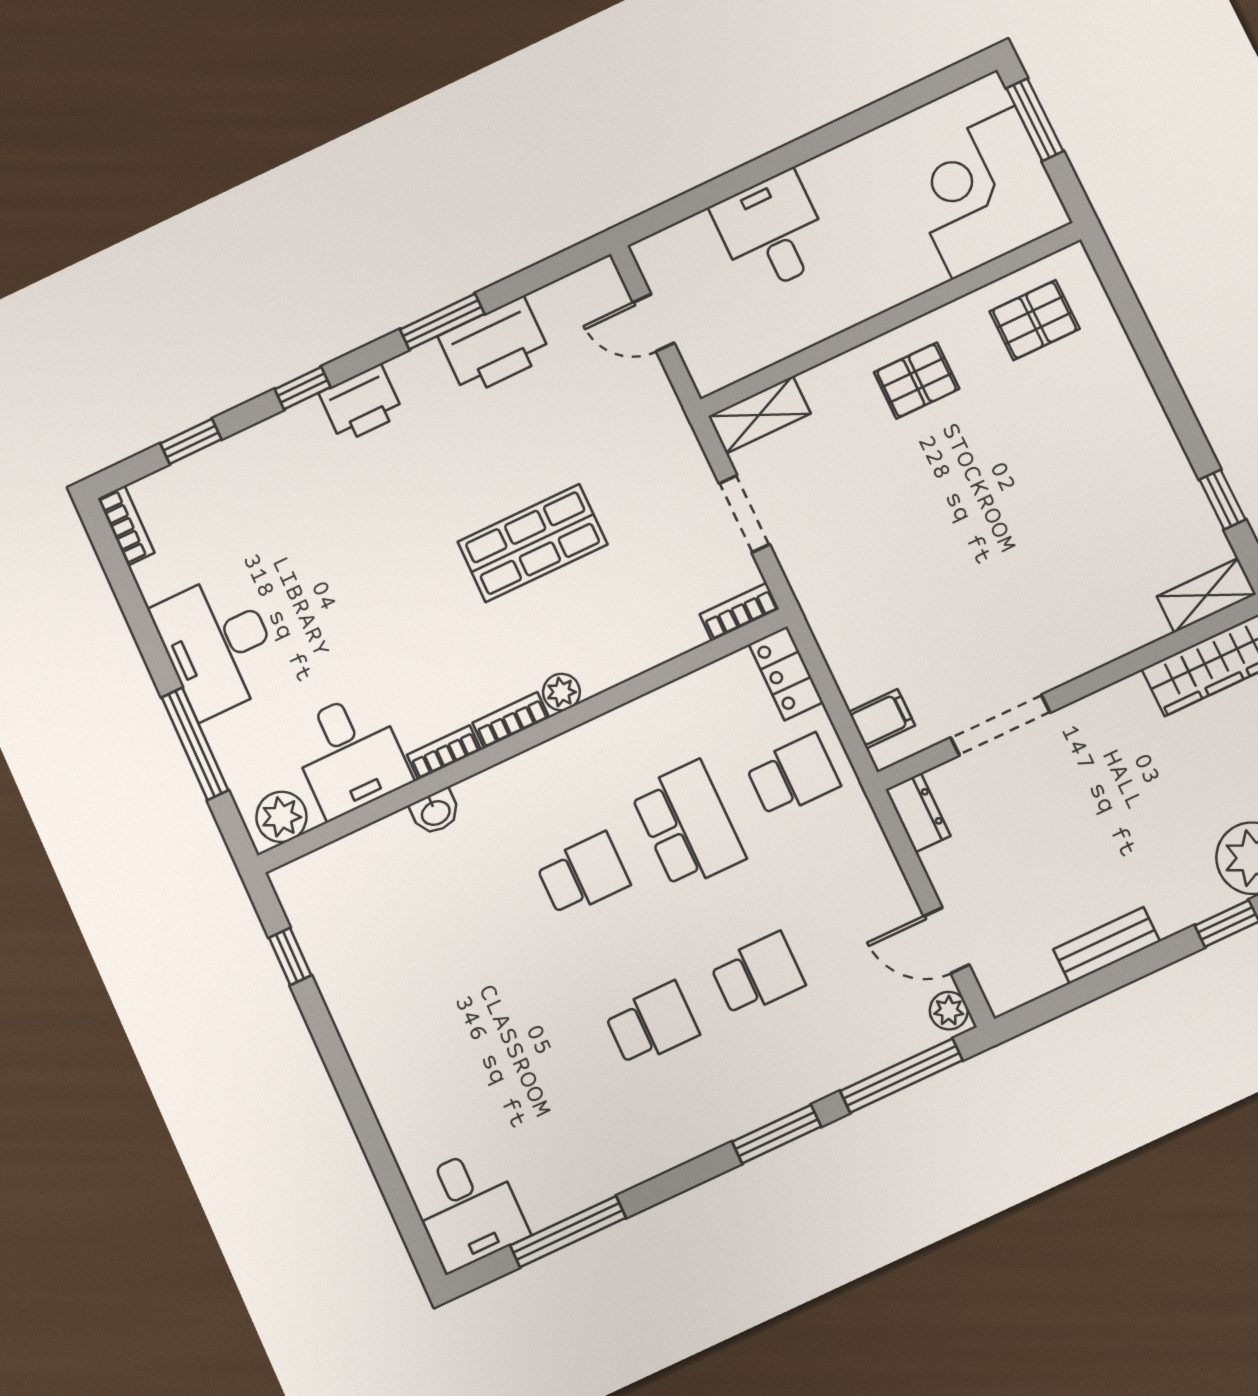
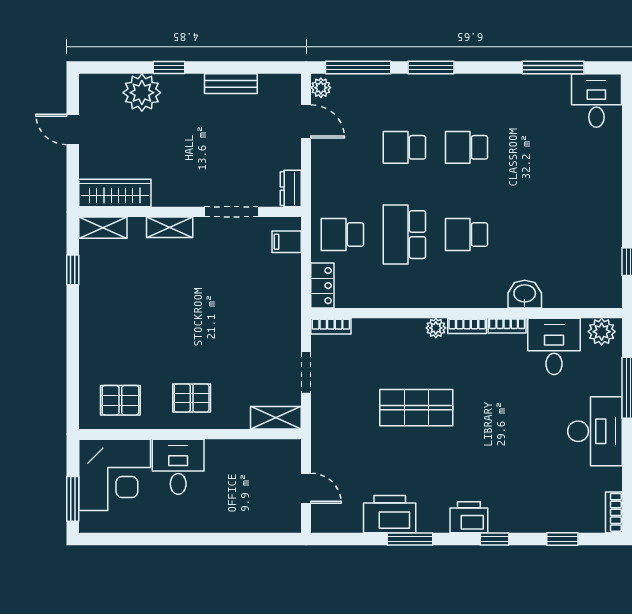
desk: (772, 232) -> (178, 467), moved, turned 180
shelving: (1093, 650) -> (170, 227), added
washbasin: (435, 812) -> (525, 294), width x1.38, depth x1.45

